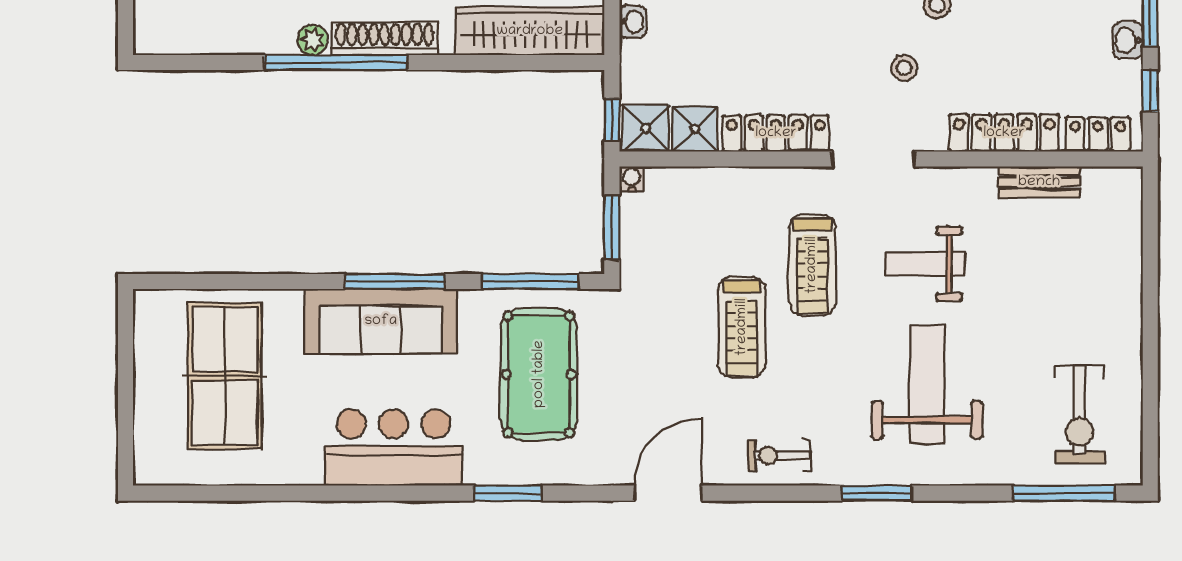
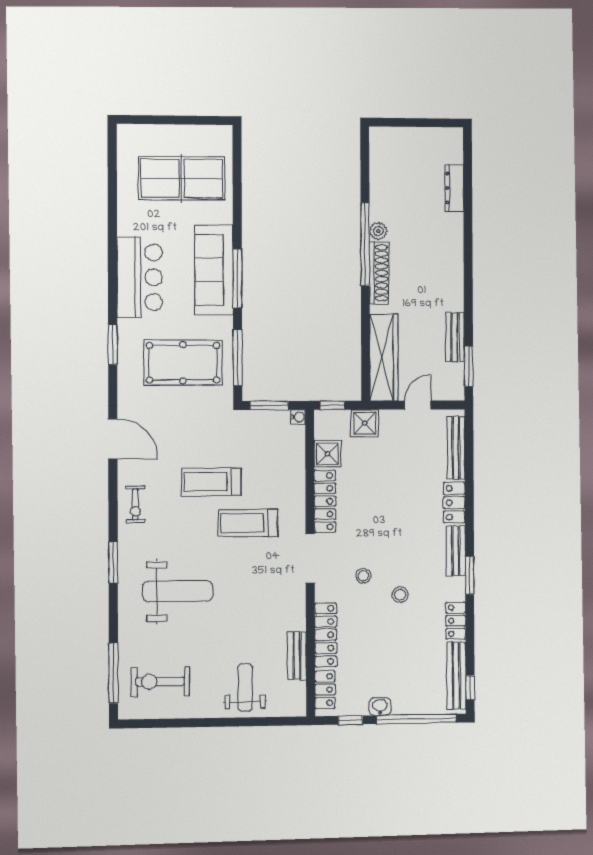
washbasin: (633, 22) -> (389, 417), removed
shower: (646, 128) -> (365, 423), moved
weight bench: (925, 264) -> (245, 687), moved
exercise bike: (779, 456) -> (135, 504), turned 180

